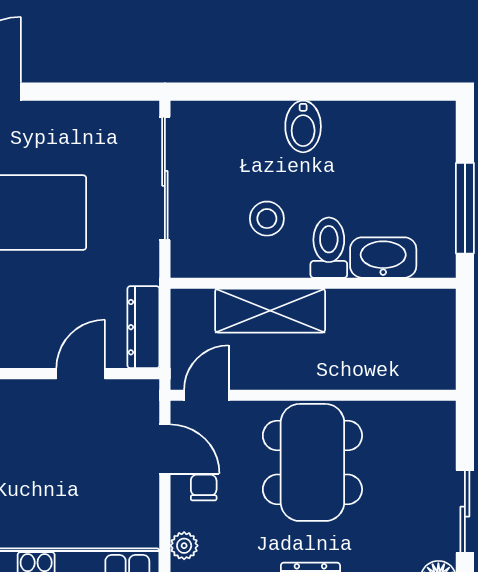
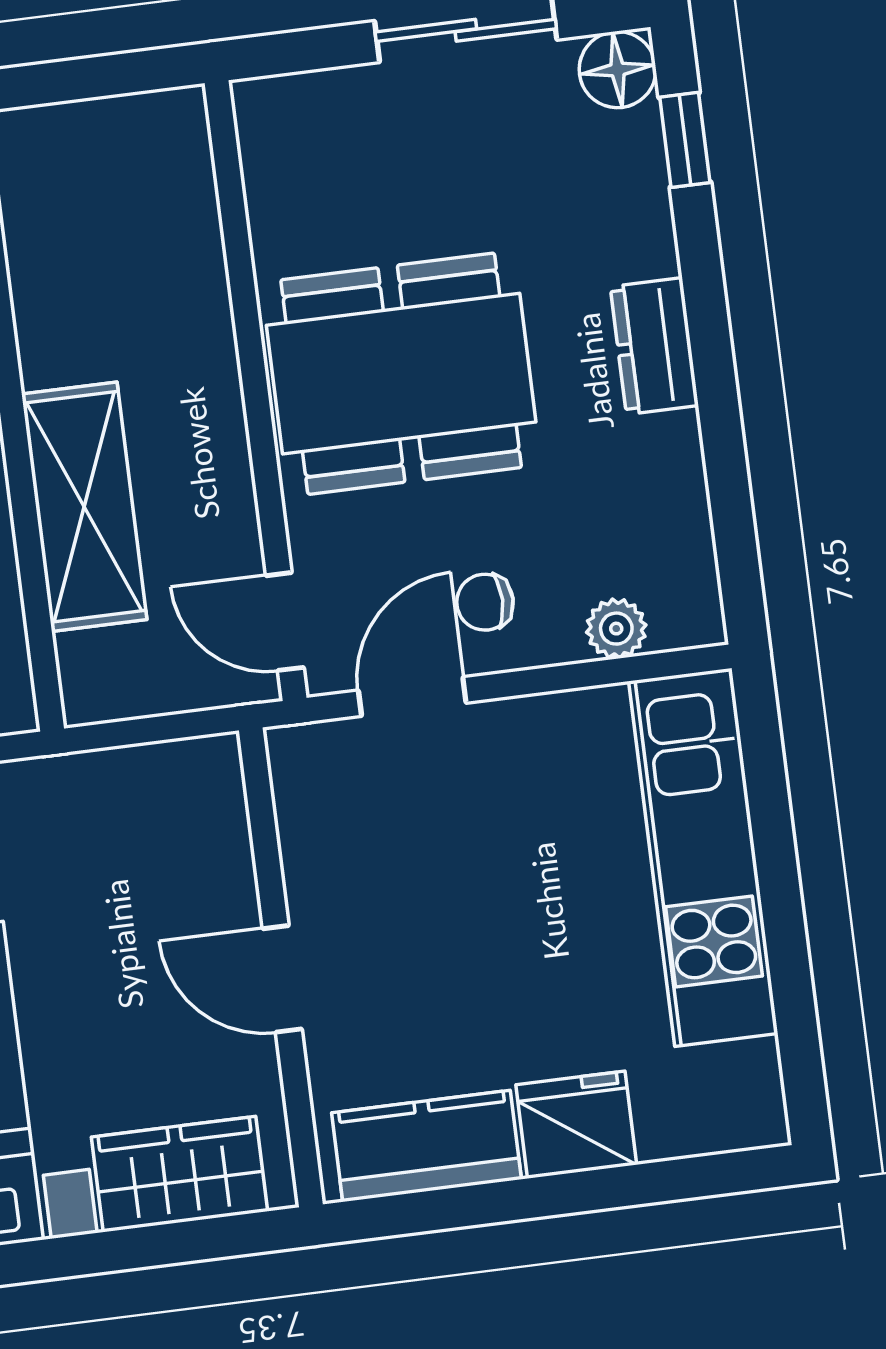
dresser: (143, 327) -> (155, 776), removed
door: (81, 374) -> (282, 979), moved

